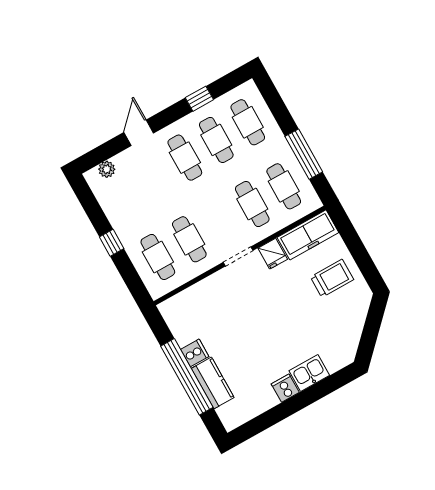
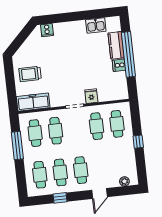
fridge: (273, 254) -> (91, 96), moved
kitchen sink: (309, 373) -> (96, 25), moved
cooker: (285, 388) -> (47, 30), moved

